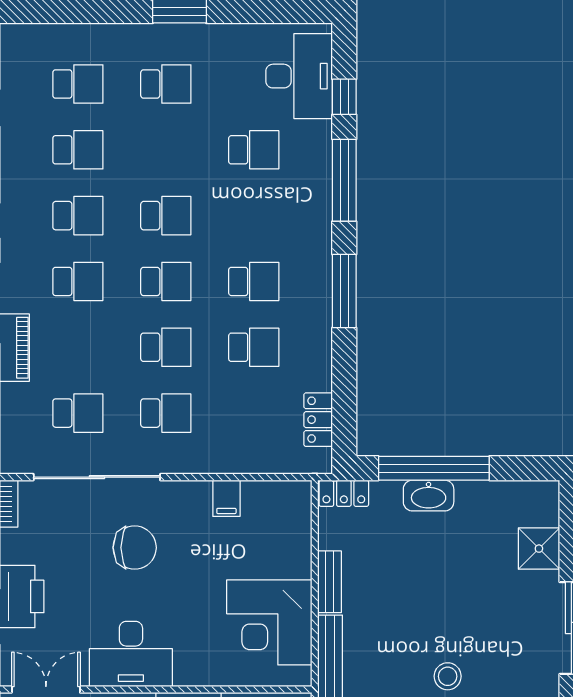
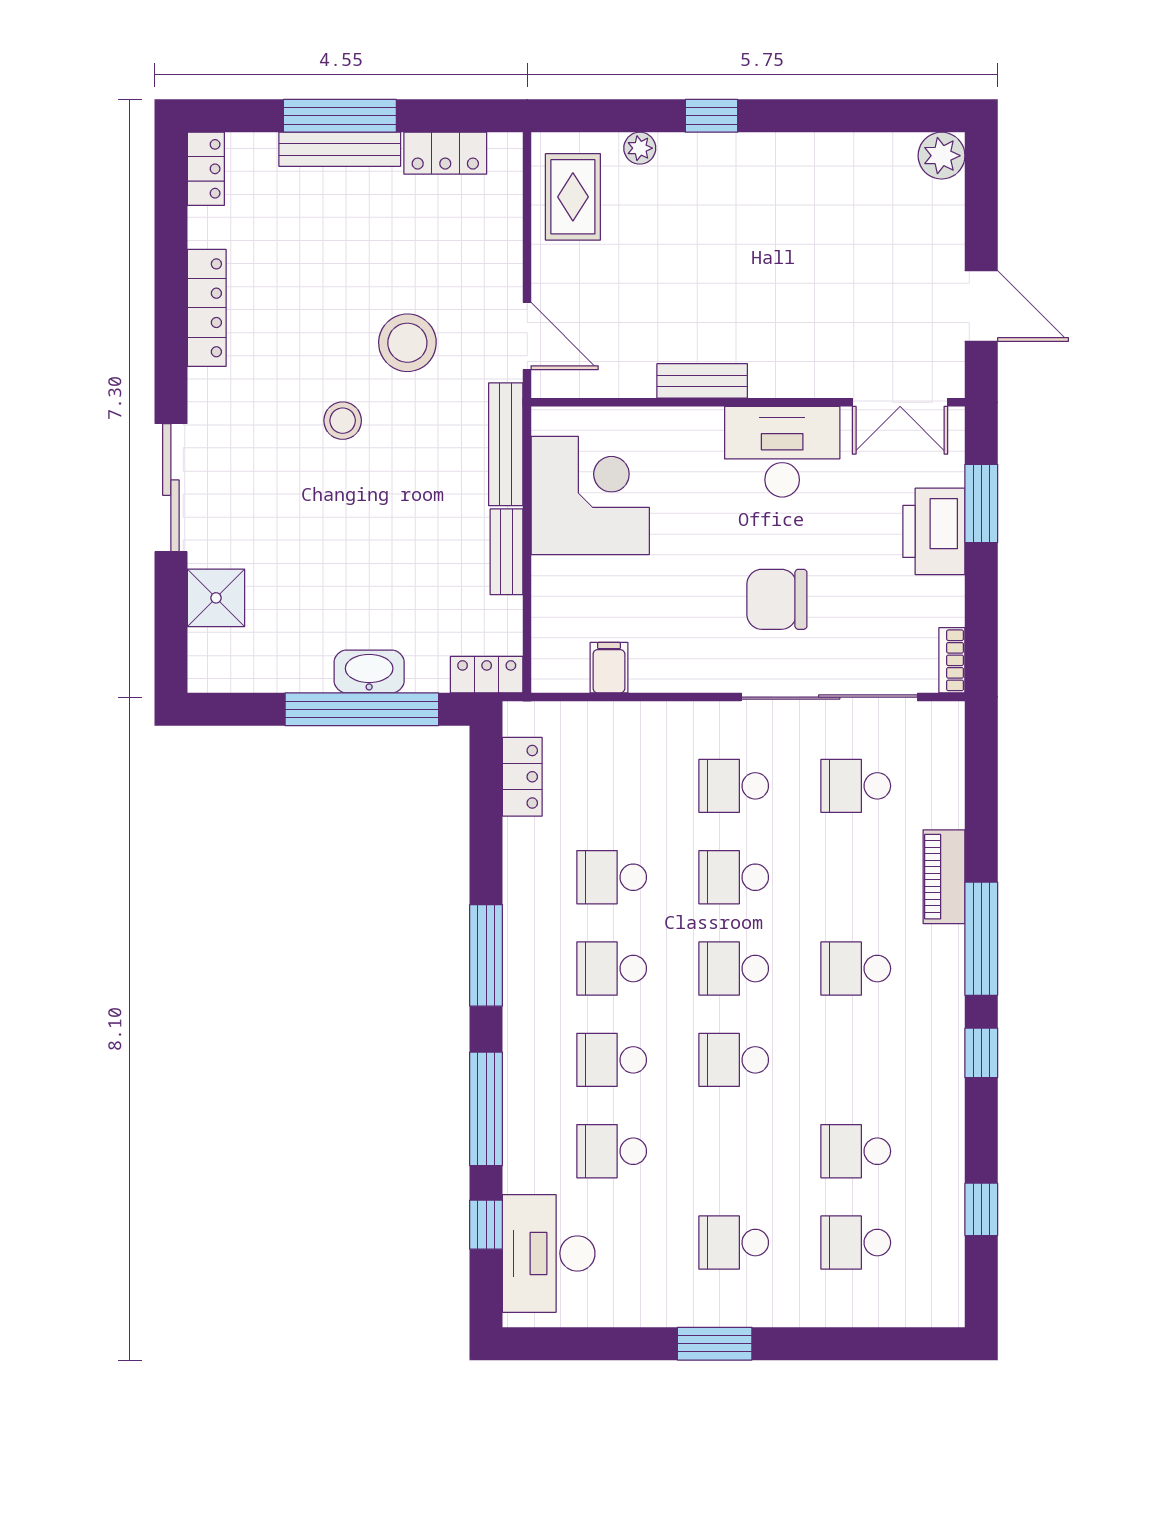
school desk: (78, 216) -> (612, 1060), moved
filing cabinet: (226, 498) -> (609, 668), moved

